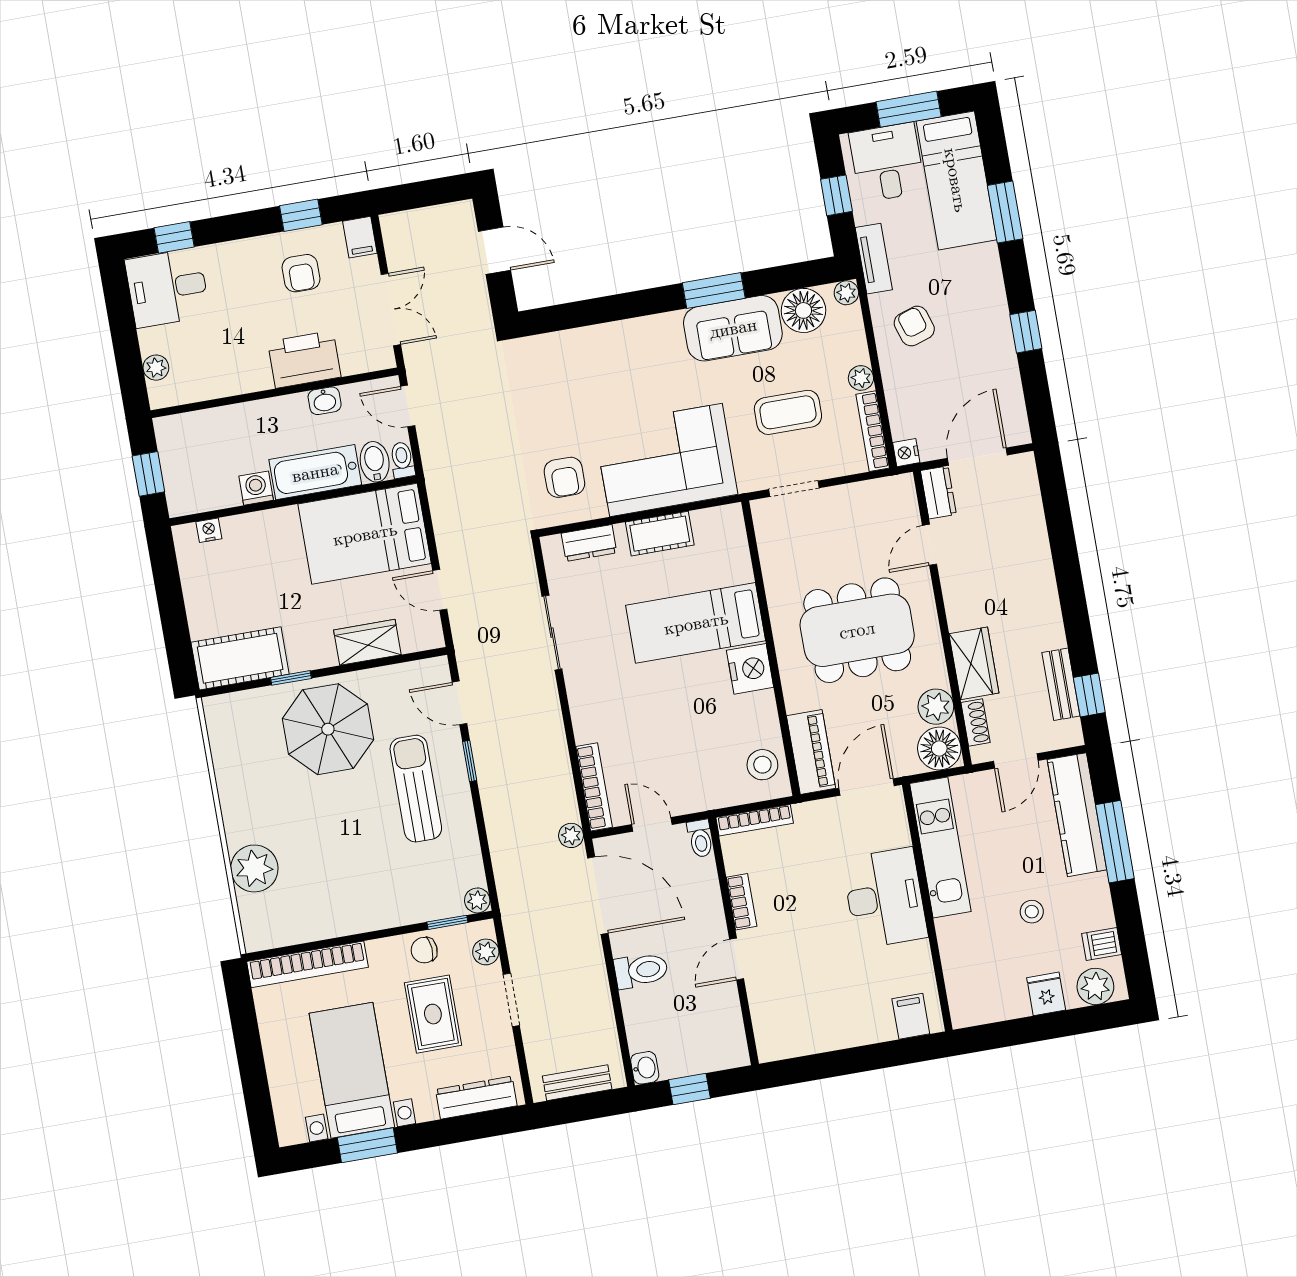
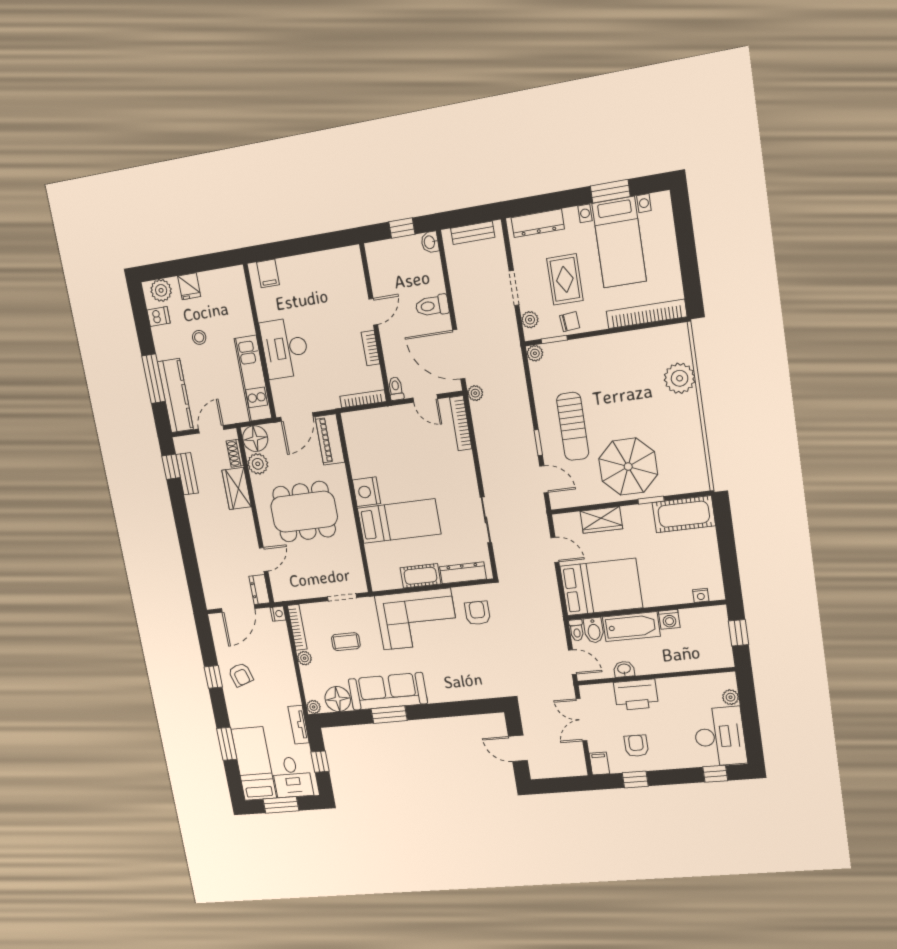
desk: (167, 288) -> (720, 736), width x1.37
armchair: (914, 326) -> (241, 675), moved
sofa: (733, 328) -> (388, 691), width x1.36
coffee table: (788, 412) -> (346, 642), width x0.73, depth x0.77
dresser: (589, 543) -> (463, 573), width x1.44
stool: (762, 765) -> (359, 433), removed

